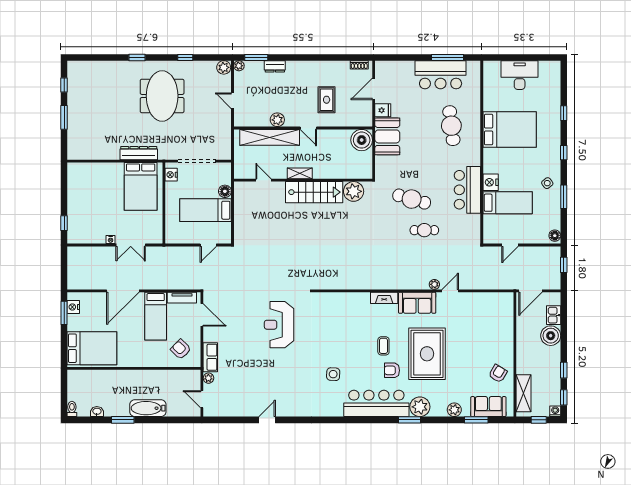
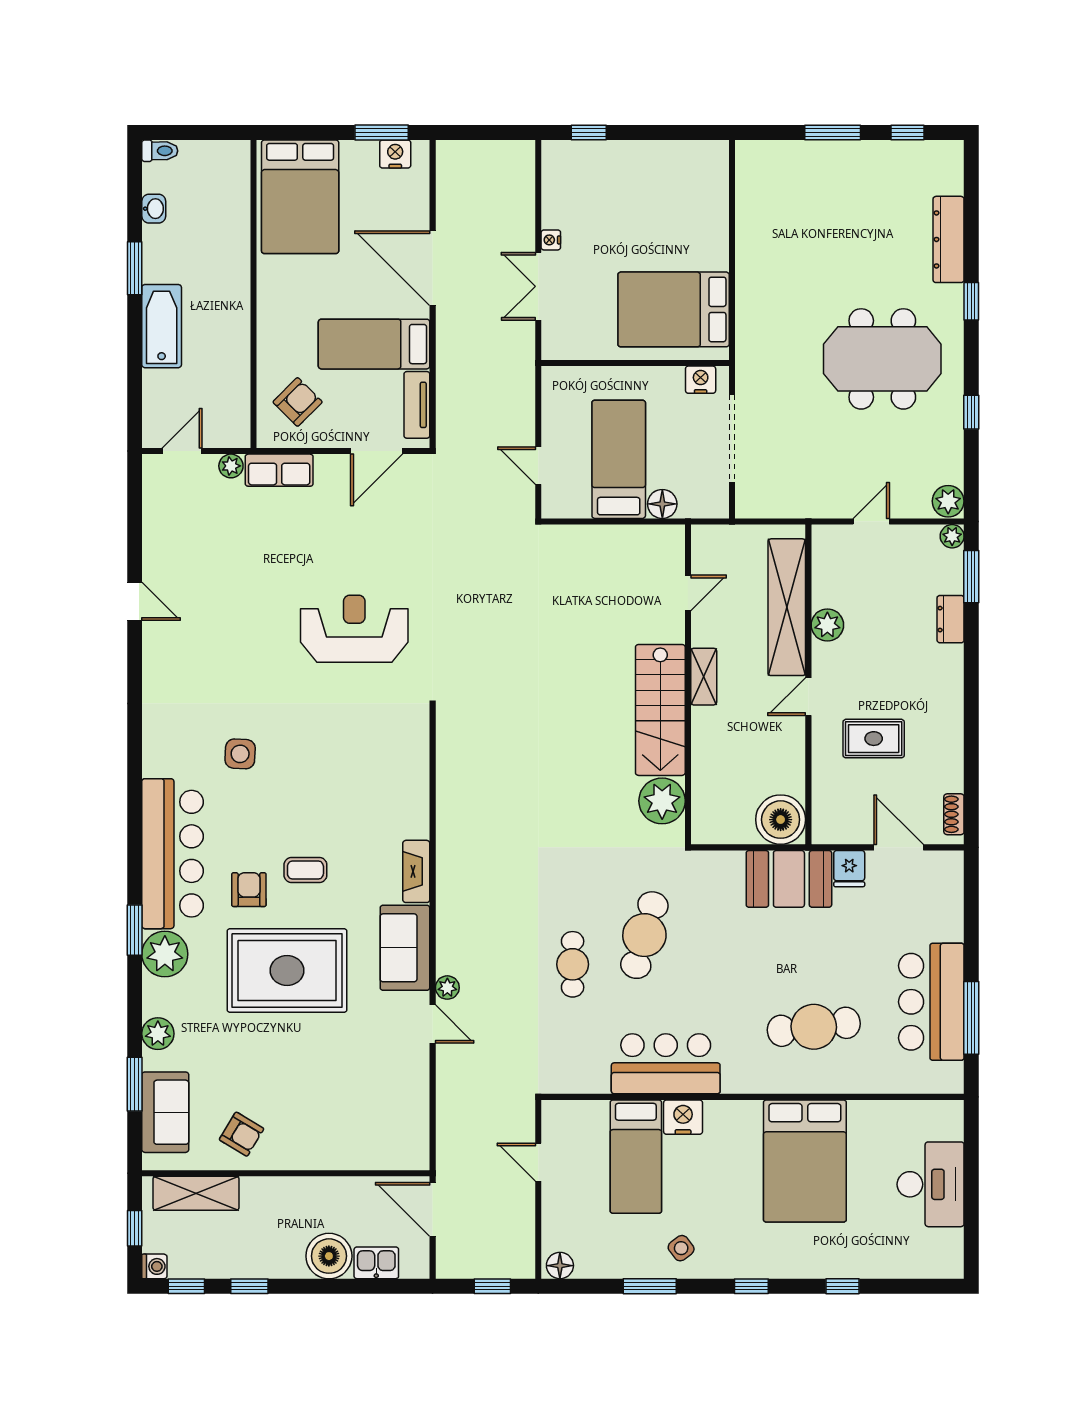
dresser: (139, 153) -> (949, 239), moved, turned 180

